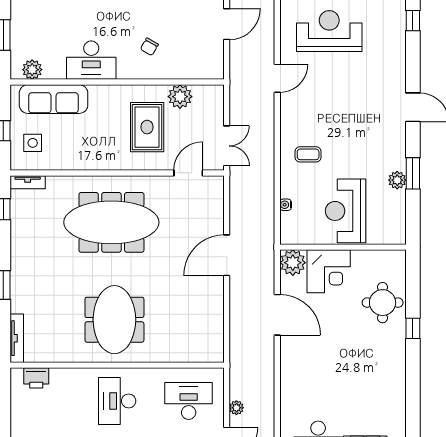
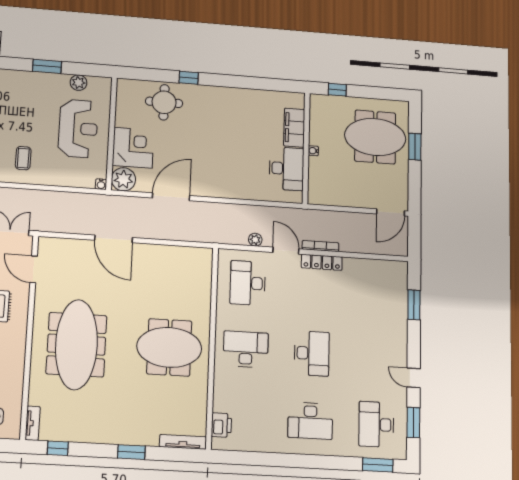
plant: (397, 180) -> (79, 83), moved
water cooler: (286, 205) -> (101, 184), moved
reception desk: (346, 211) -> (78, 128), turned -90
desk: (117, 401) -> (246, 349), turned 180

